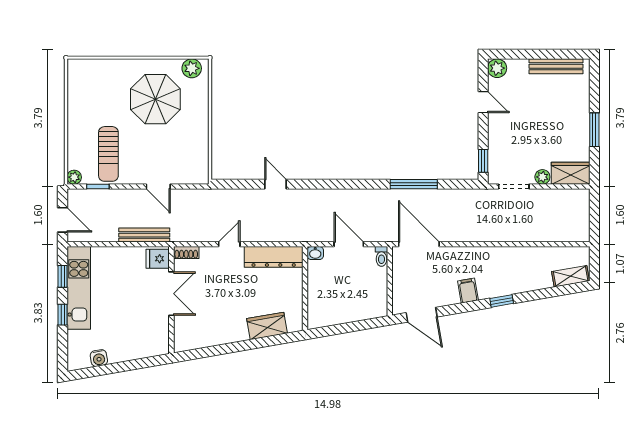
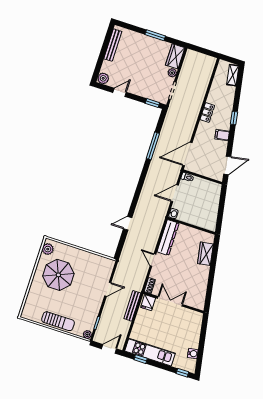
sun lounger: (108, 154) -> (58, 321), moved
locker: (497, 255) -> (207, 112), added
window: (63, 315) -> (182, 373), moved

